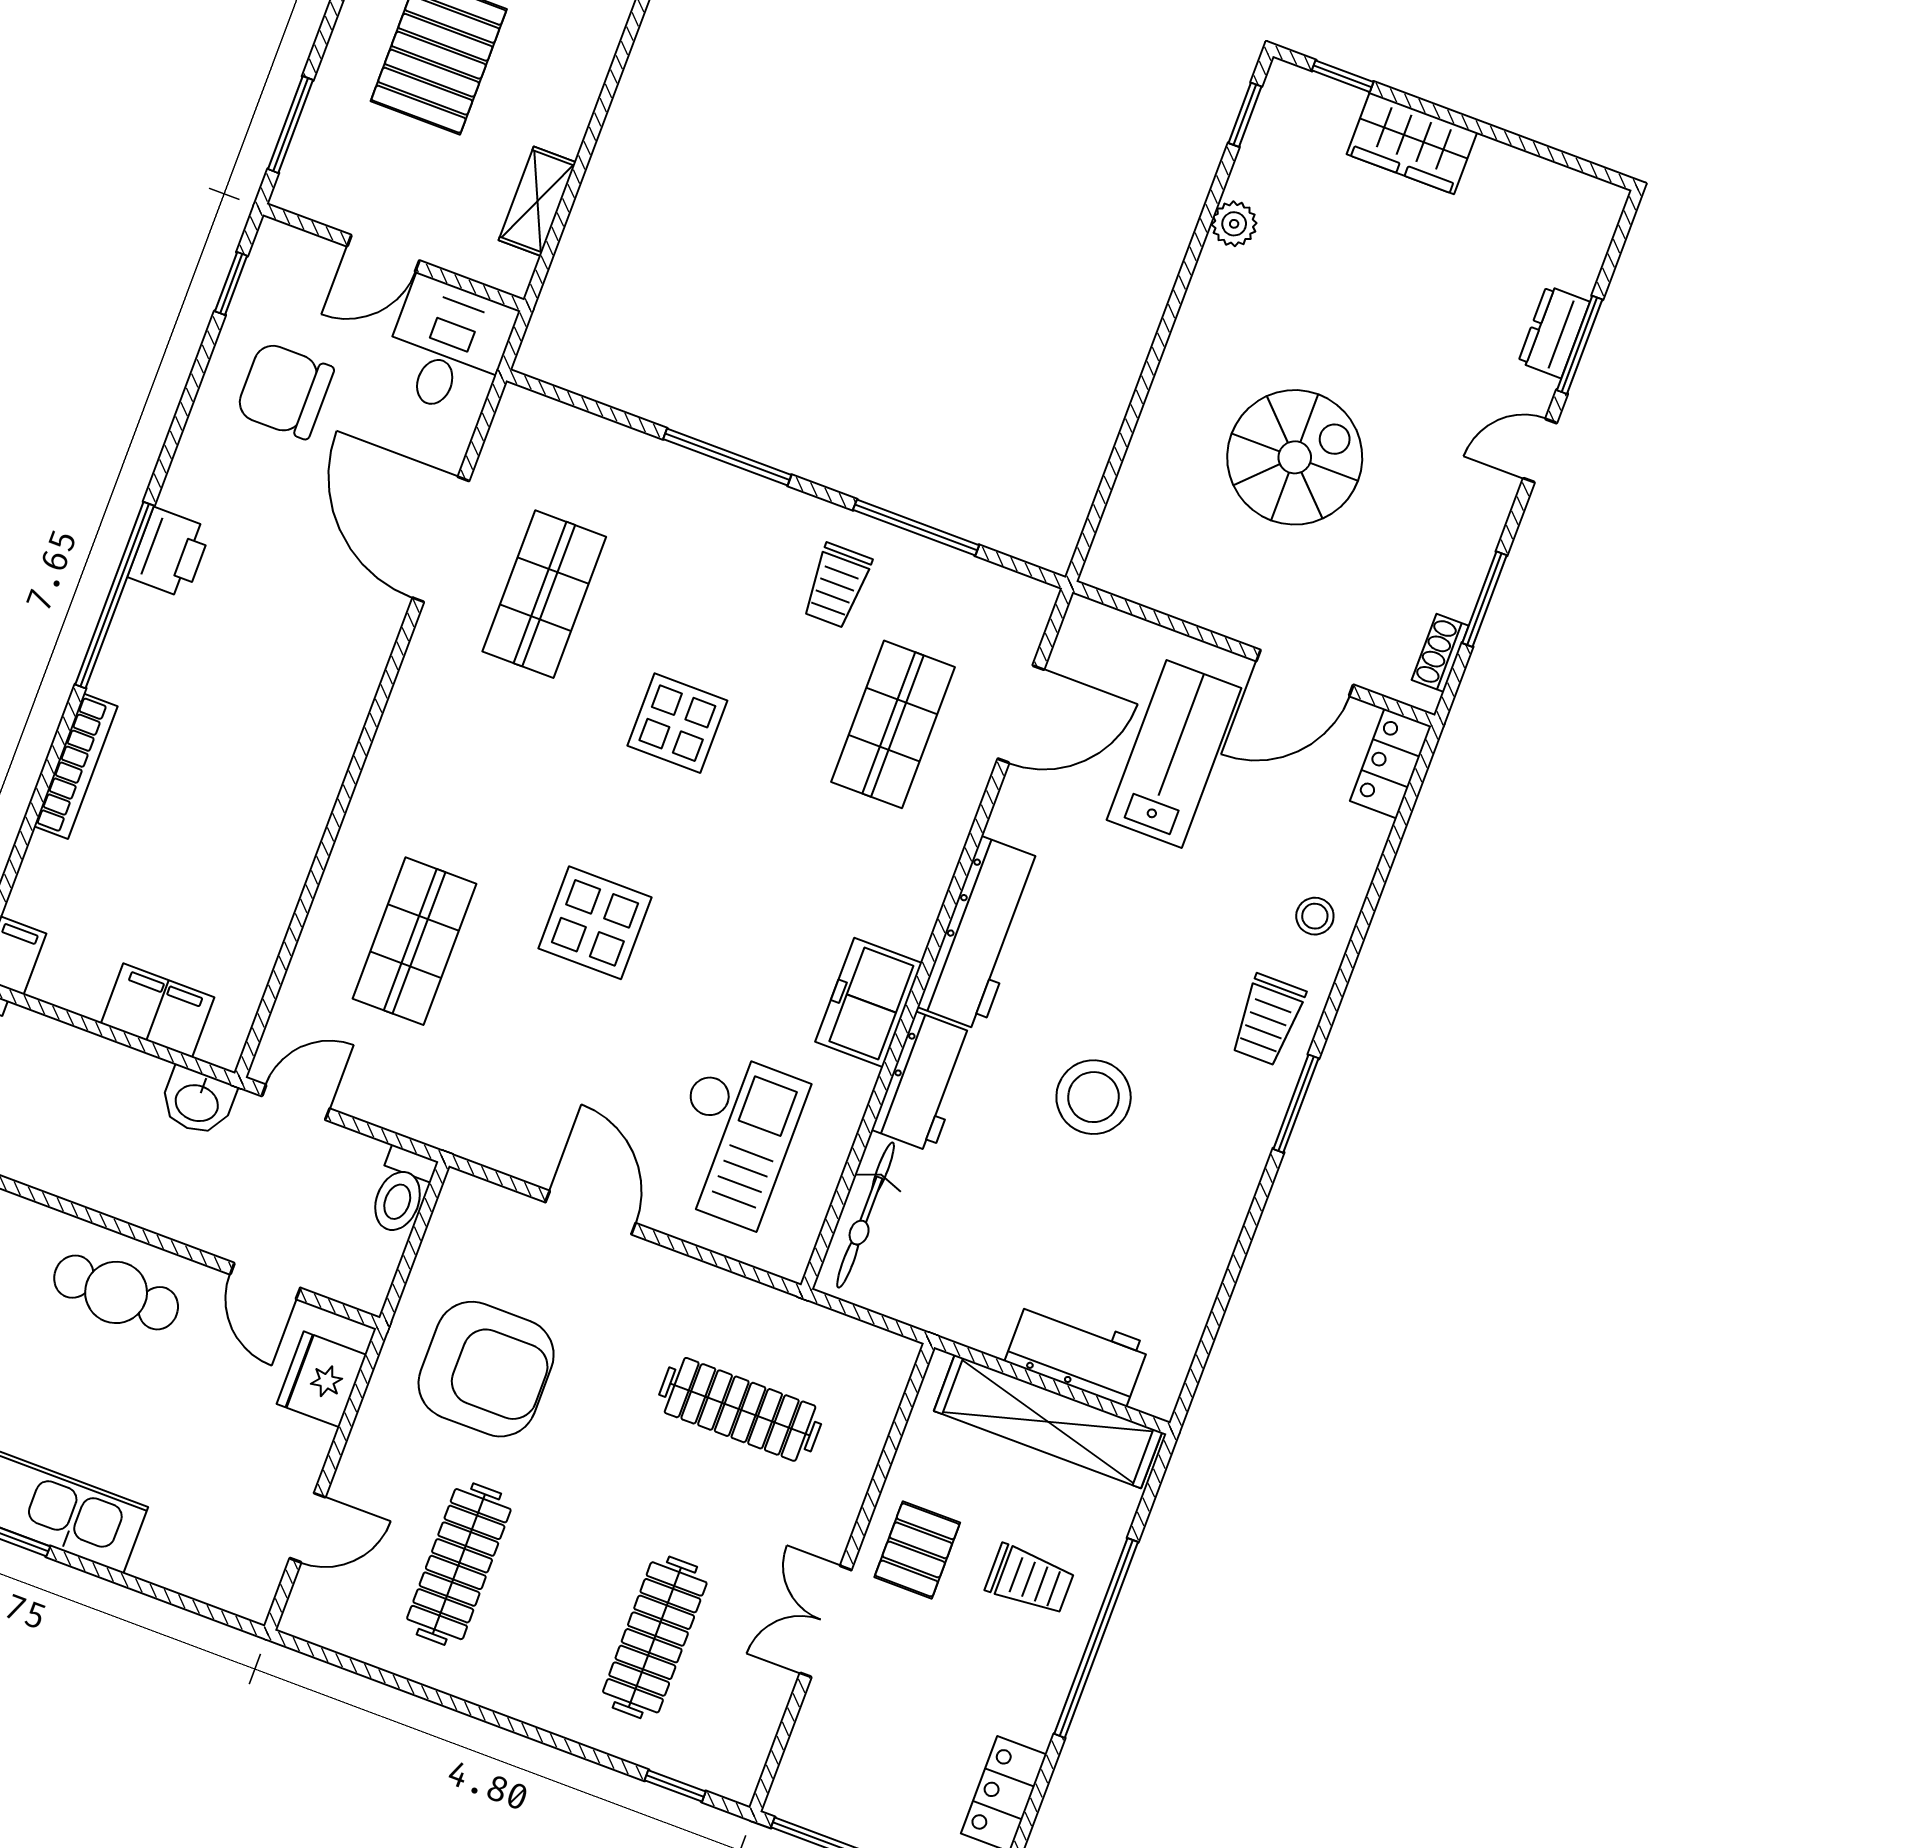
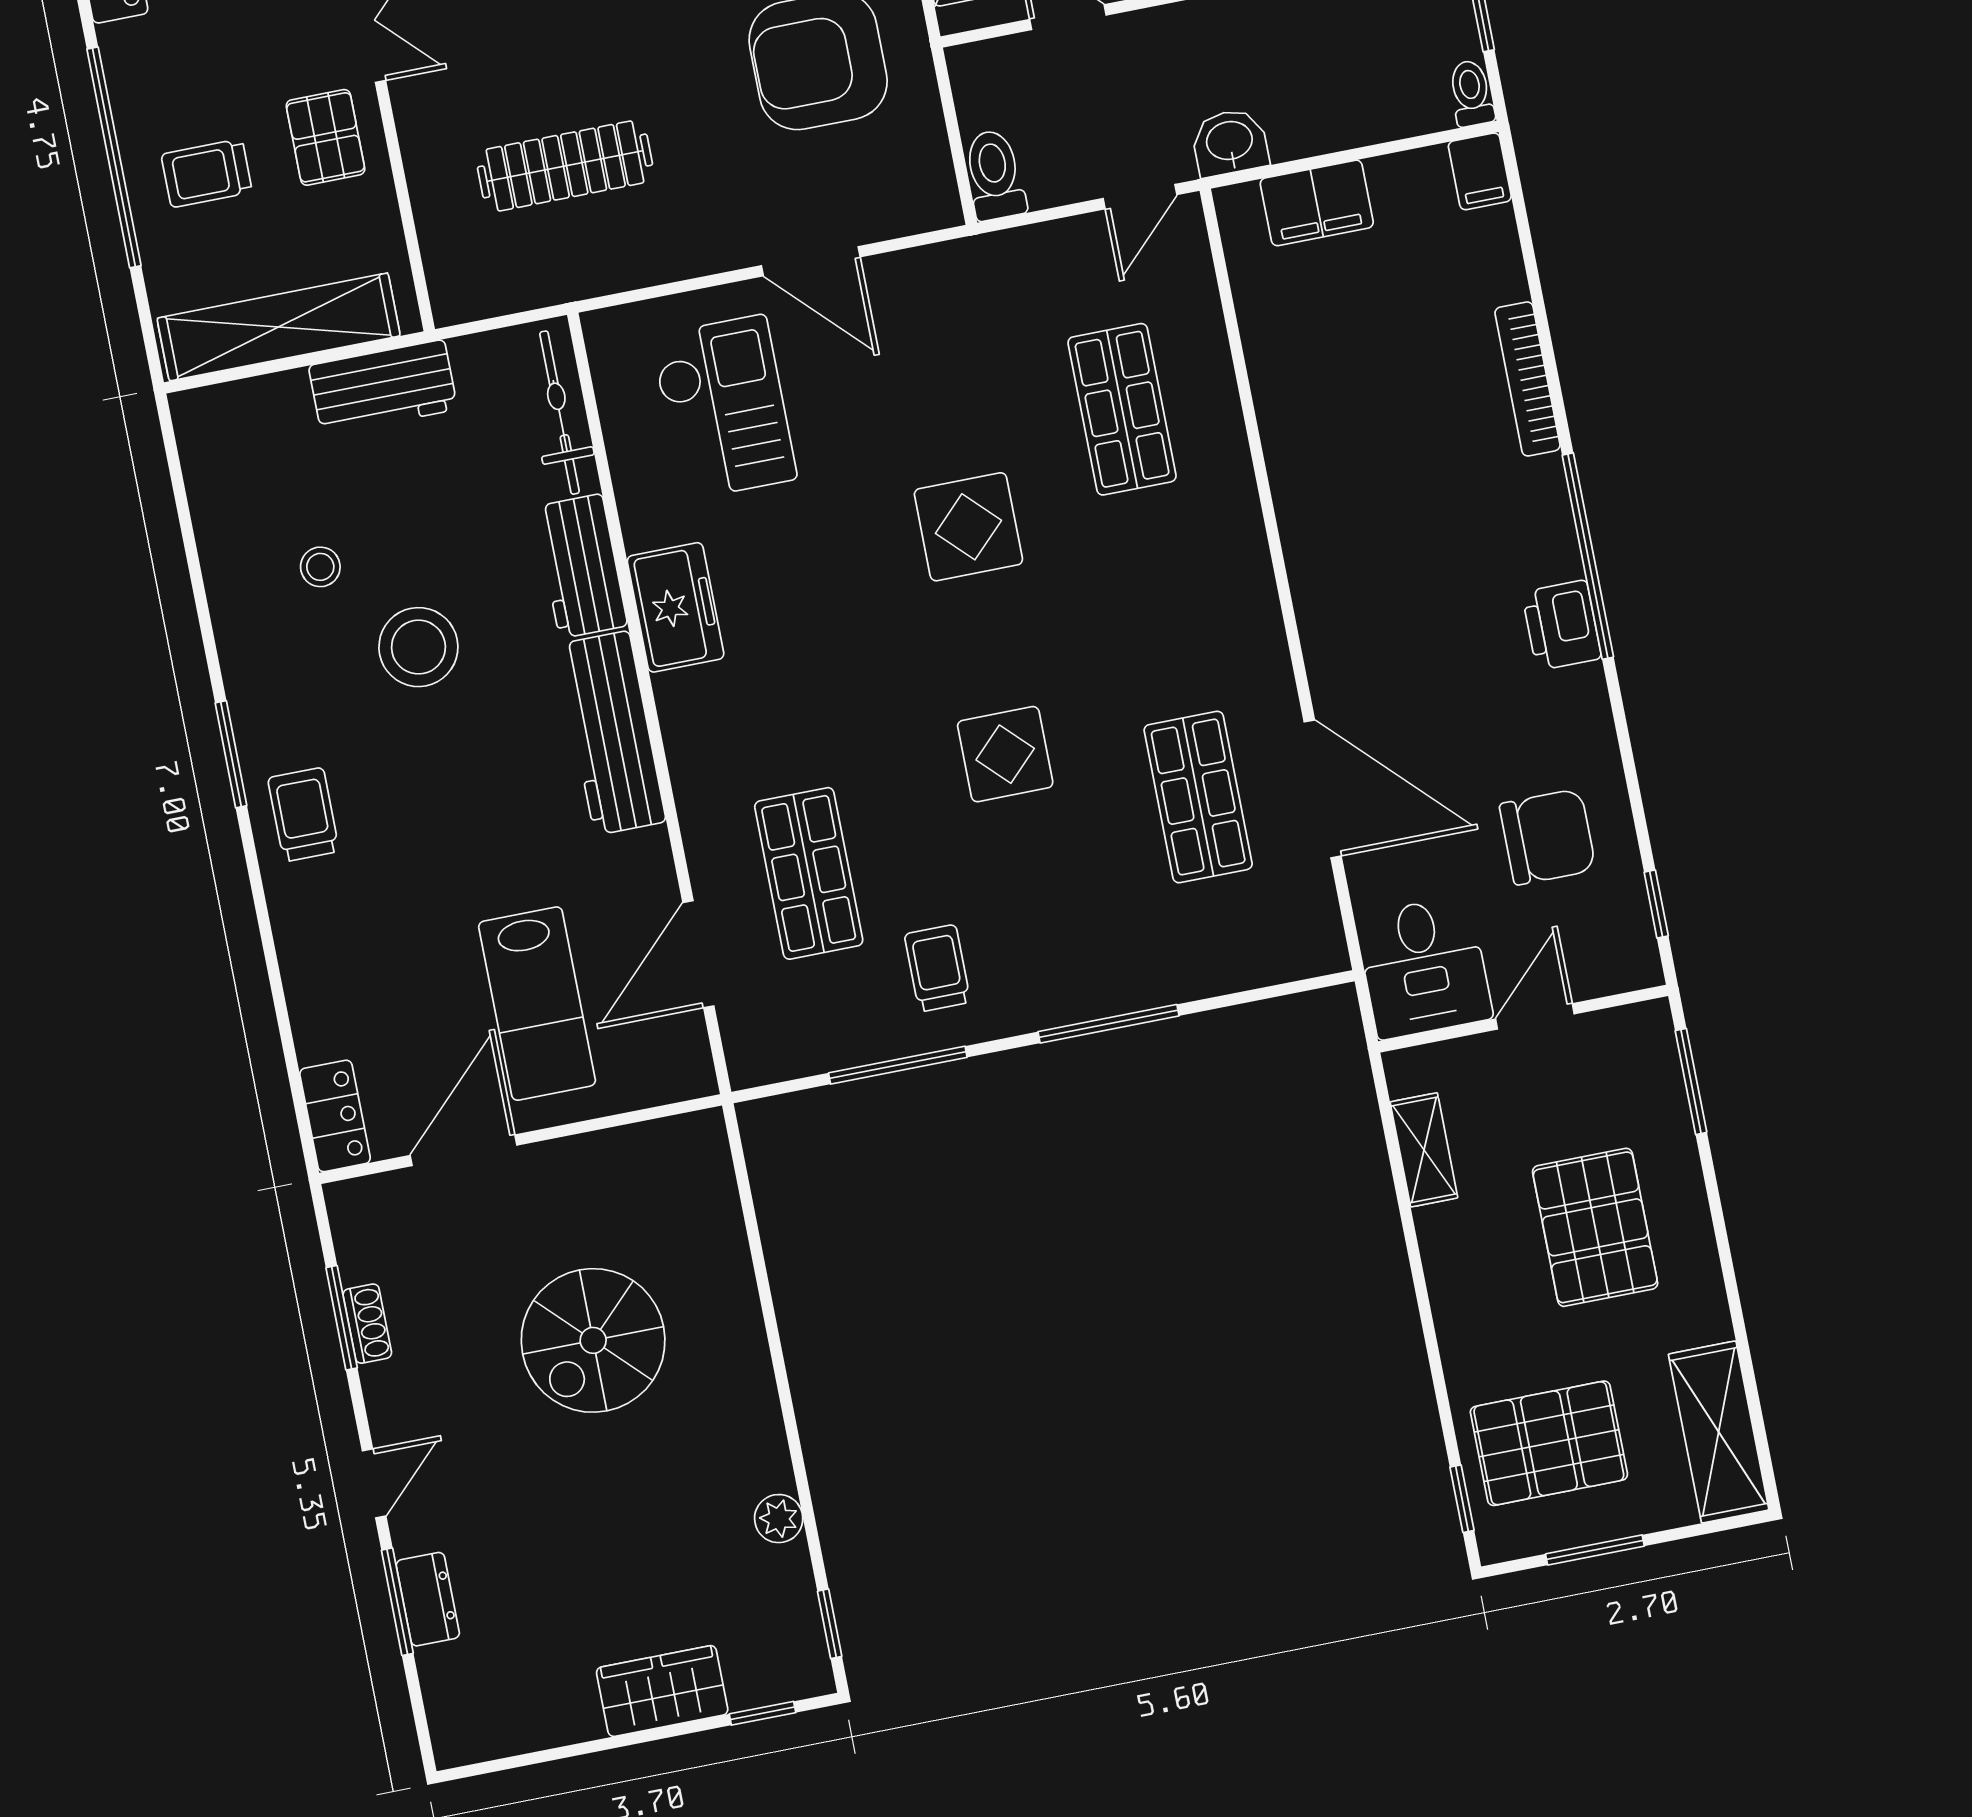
shoe rack: (1440, 653) -> (367, 1324), moved
stool: (1315, 916) -> (320, 567), moved
checkout: (732, 1138) -> (724, 407), turned 180
workbench: (1077, 1353) -> (383, 387), moved

